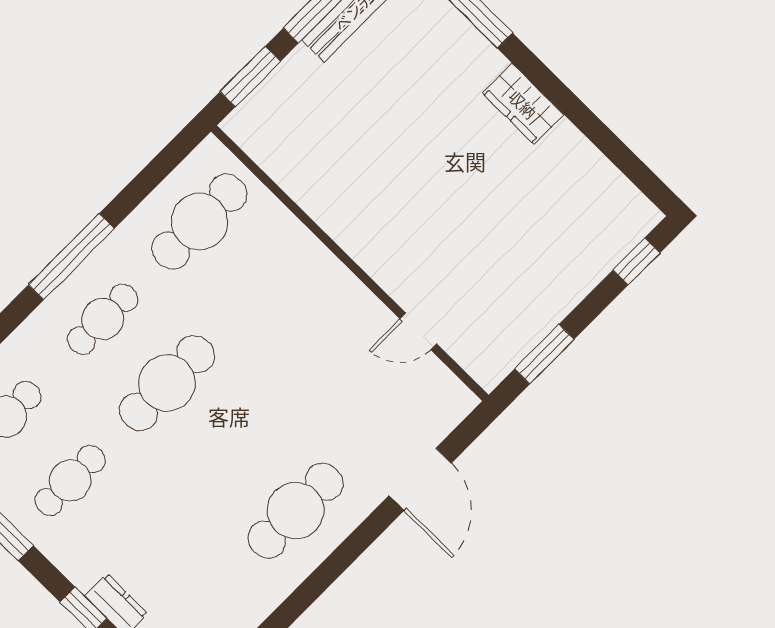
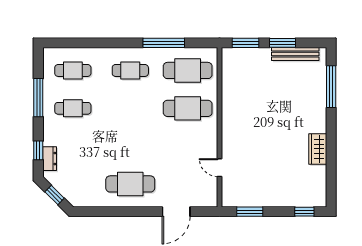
wardrobe: (523, 104) -> (318, 149), moved
window: (71, 257) -> (164, 43), moved
cafe table: (167, 383) -> (188, 108), moved

